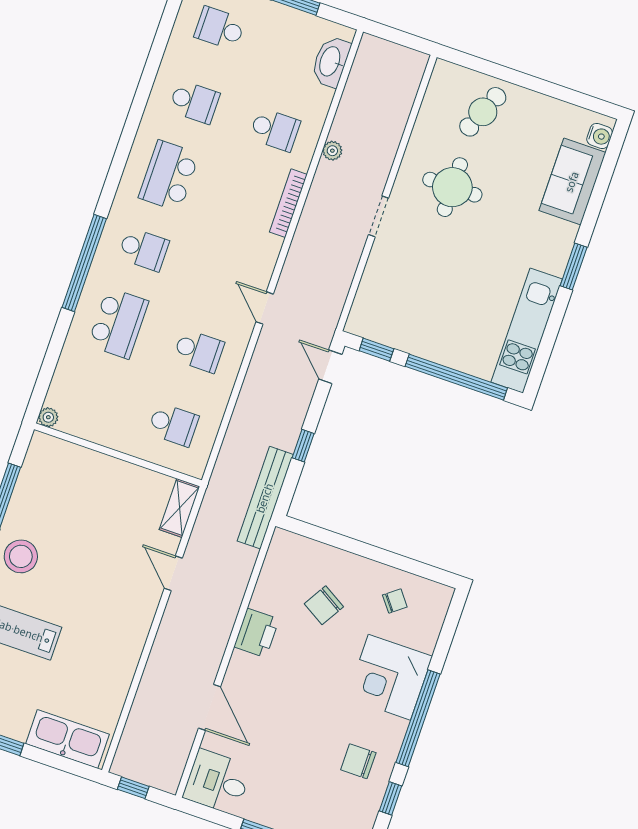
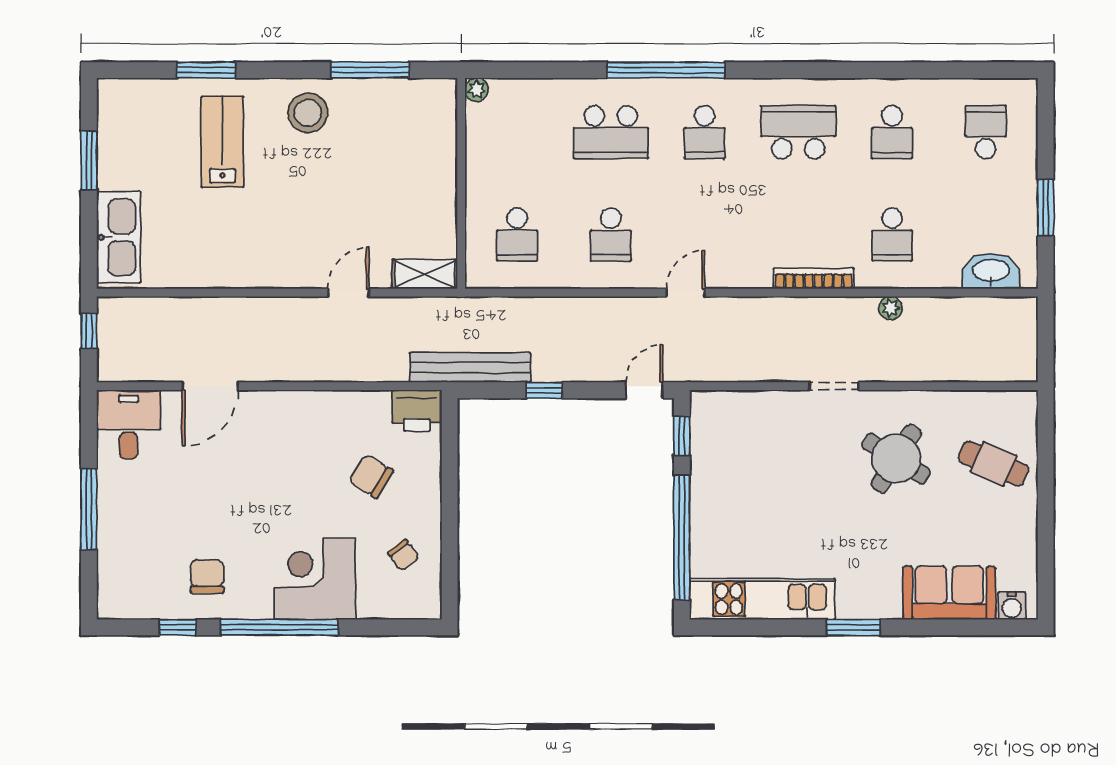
round table: (452, 187) -> (896, 459), turned 32
printer: (256, 633) -> (417, 410), moved

